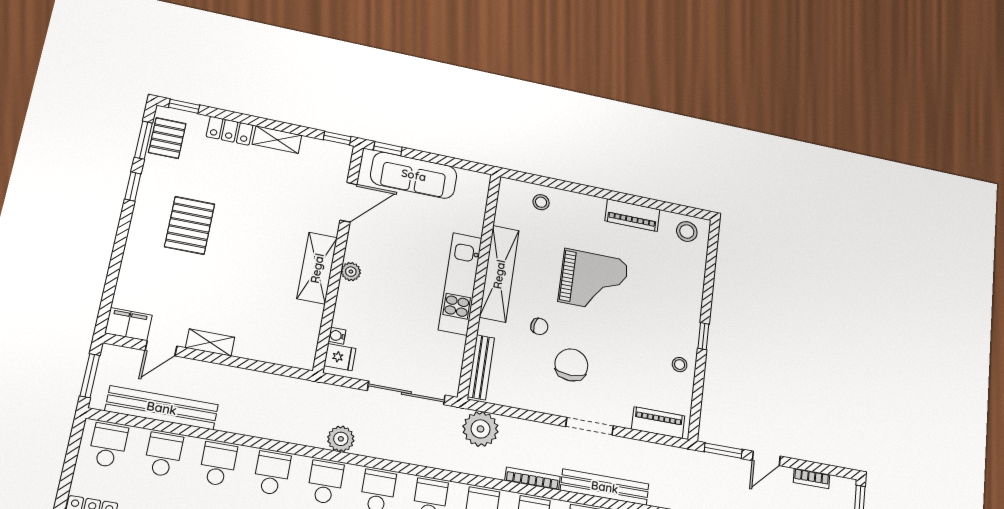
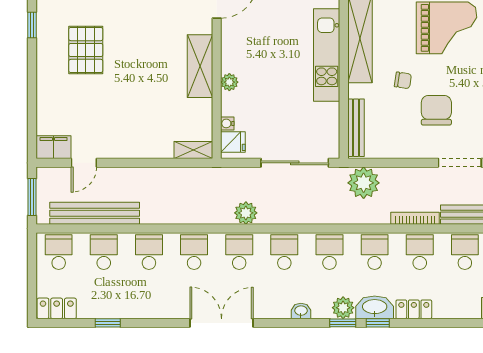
plant: (351, 272) -> (229, 82), moved
shelving: (210, 342) -> (193, 150), moved

